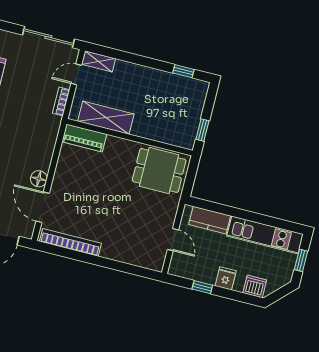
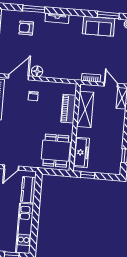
freezer: (168, 134) -> (81, 152), added
piano: (84, 138) -> (68, 109), moved
chair: (74, 190) -> (33, 96), added

